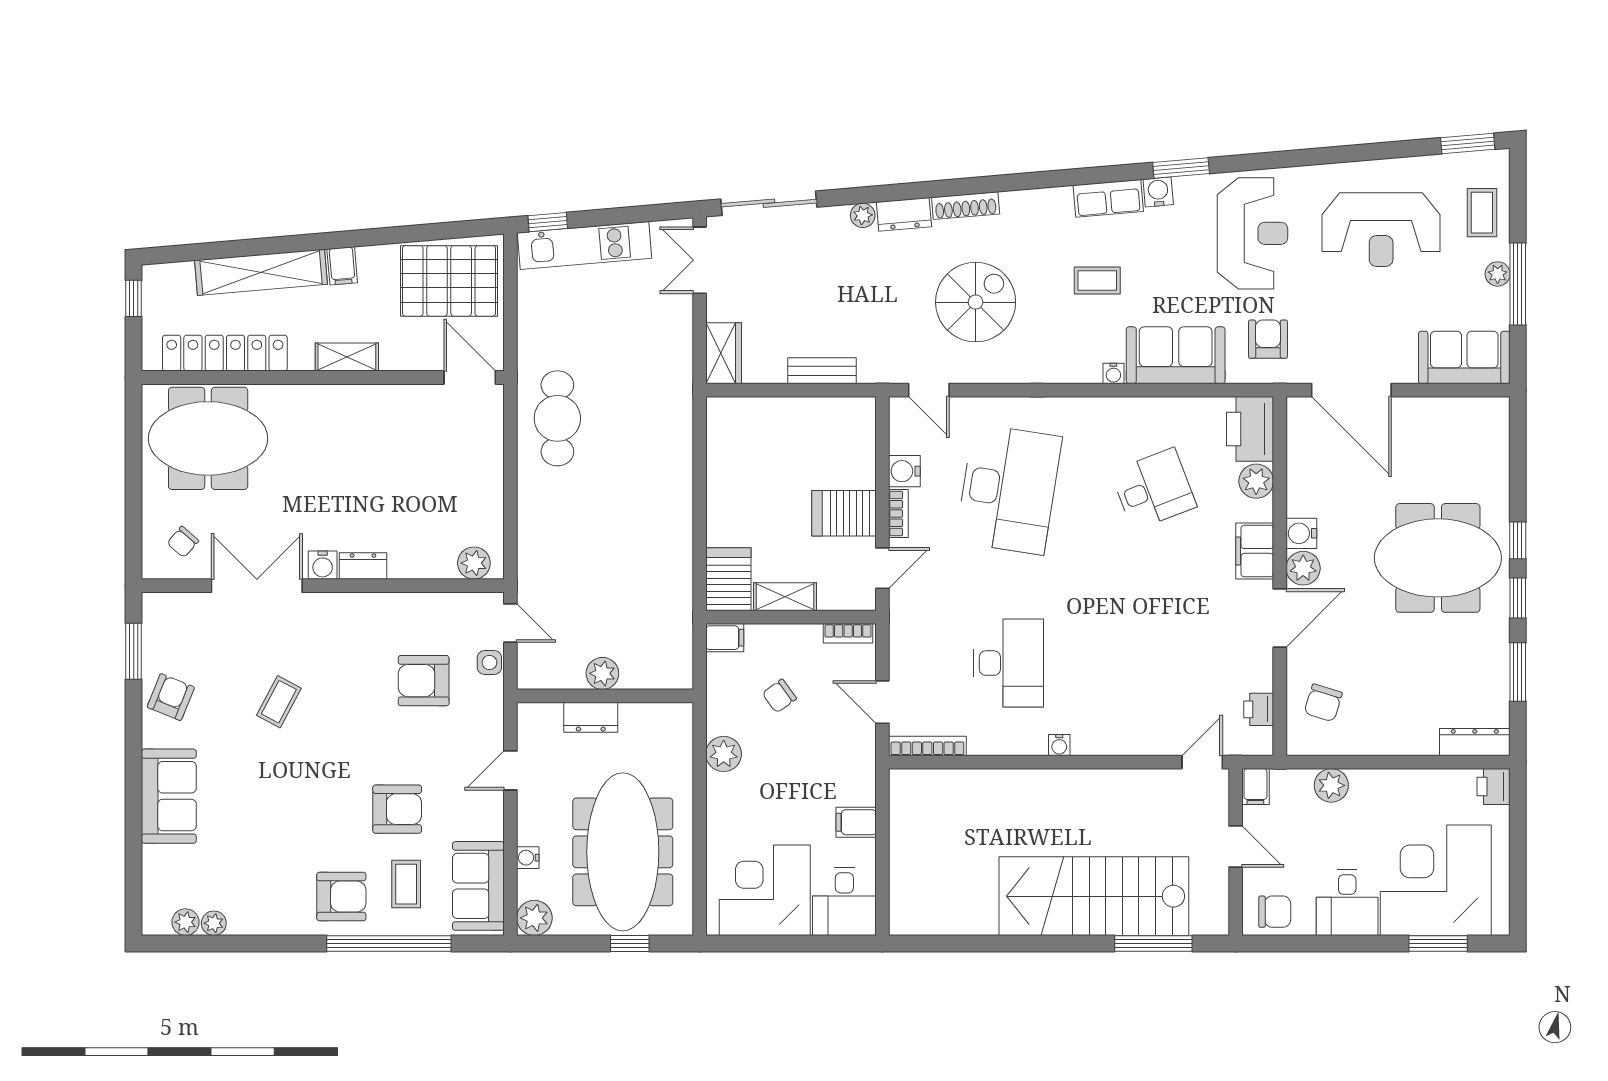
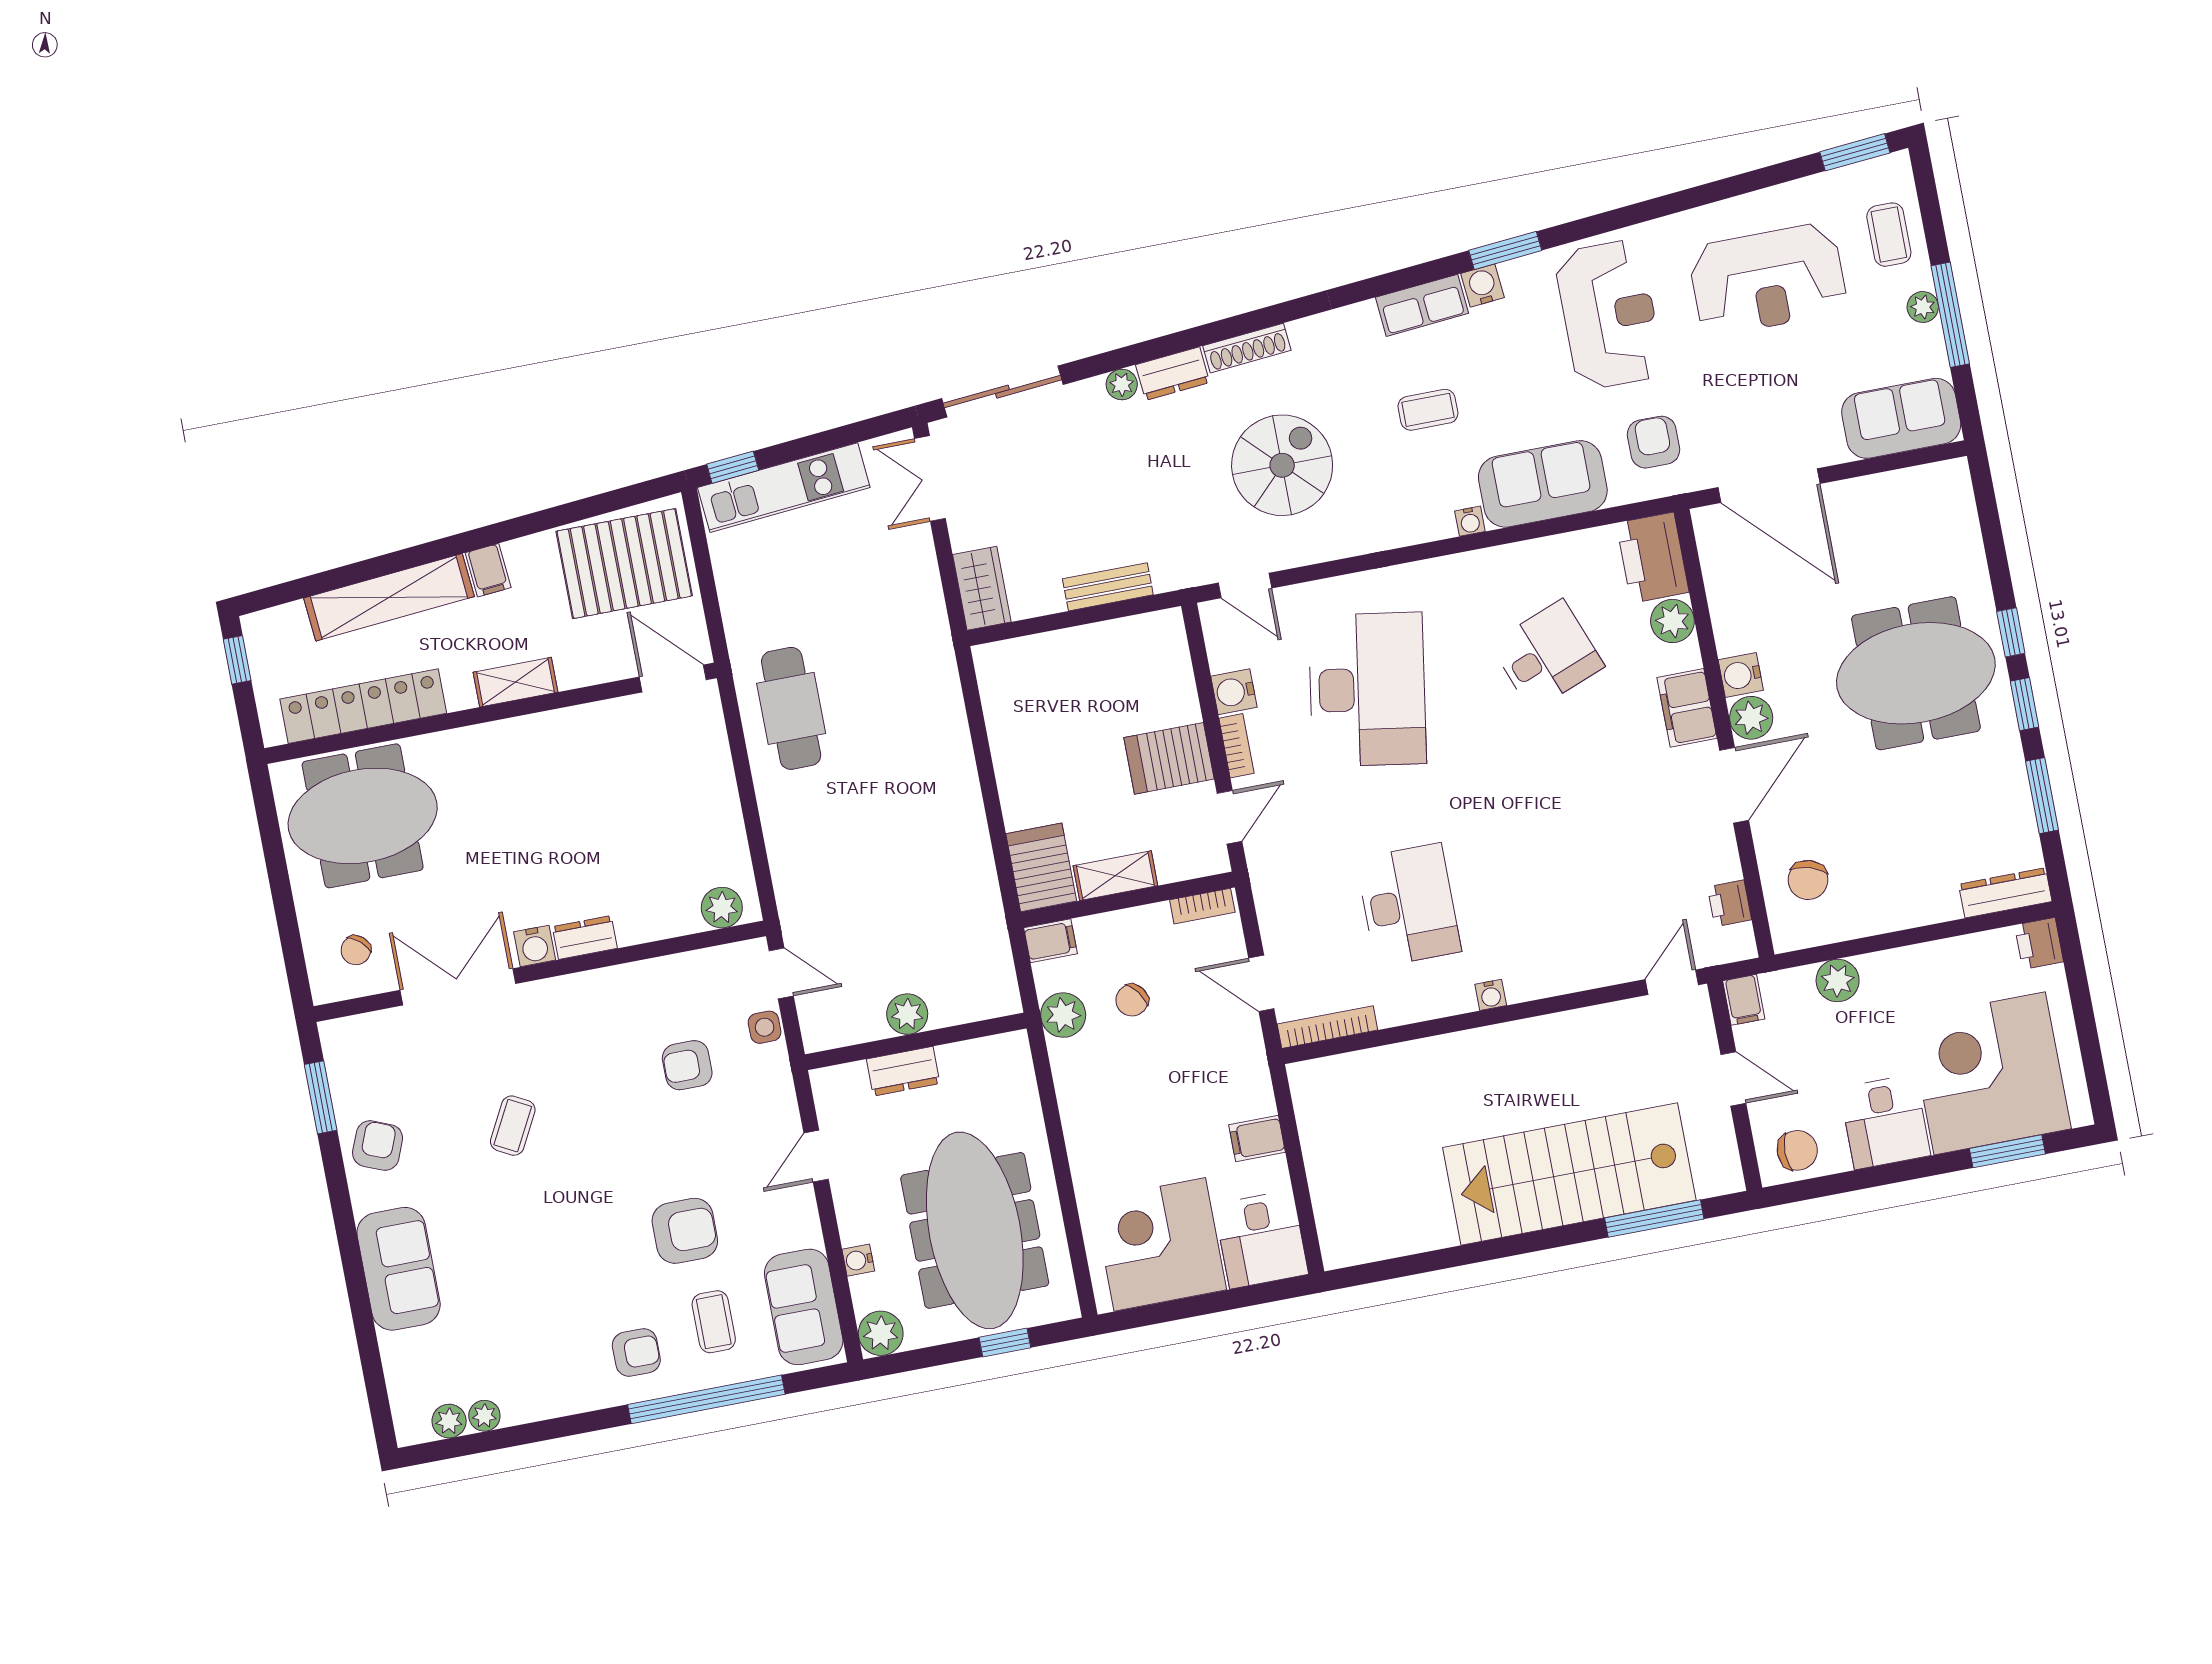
armchair: (424, 681) -> (687, 1065), width x0.72, depth x0.72
plant: (724, 754) -> (1063, 1015), moved
armchair: (341, 897) -> (636, 1352), width x0.72, depth x0.72

